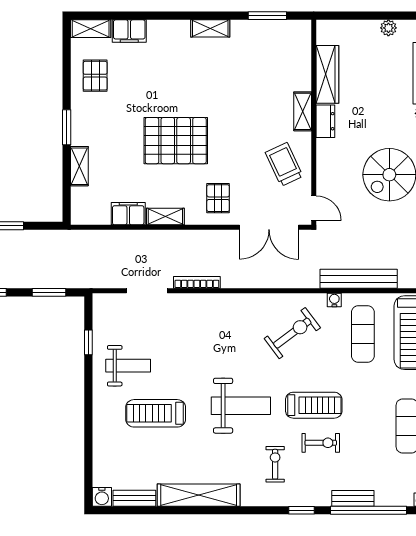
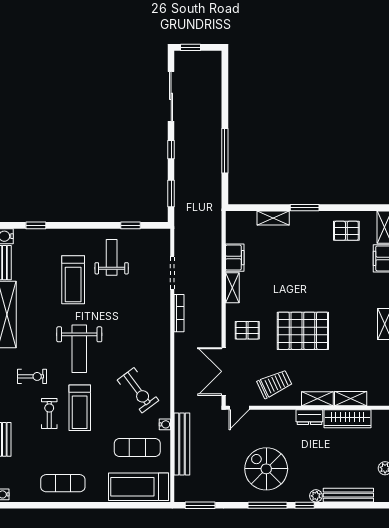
shelving: (303, 70) -> (351, 399), added
pallet: (176, 141) -> (303, 331), moved, turned 90
weight bench: (128, 366) -> (112, 257), turned 180
treadmill: (156, 413) -> (73, 280), turned 180
exercise bike: (321, 443) -> (49, 413), turned 180
window: (88, 459) -> (36, 225), added

